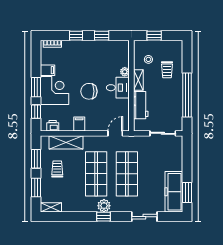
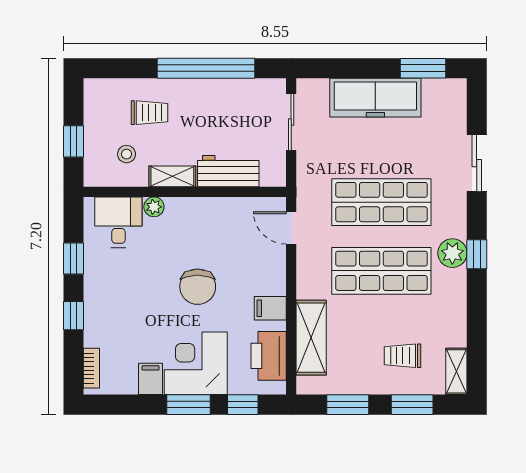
desk: (118, 88) -> (118, 222), moved
printer: (53, 126) -> (269, 356), width x1.87, depth x1.48
trolley: (57, 169) -> (402, 356), moved
freezer: (174, 192) -> (375, 98), moved

